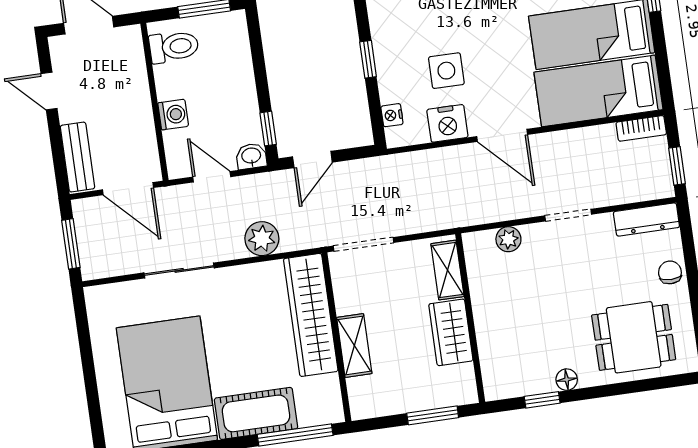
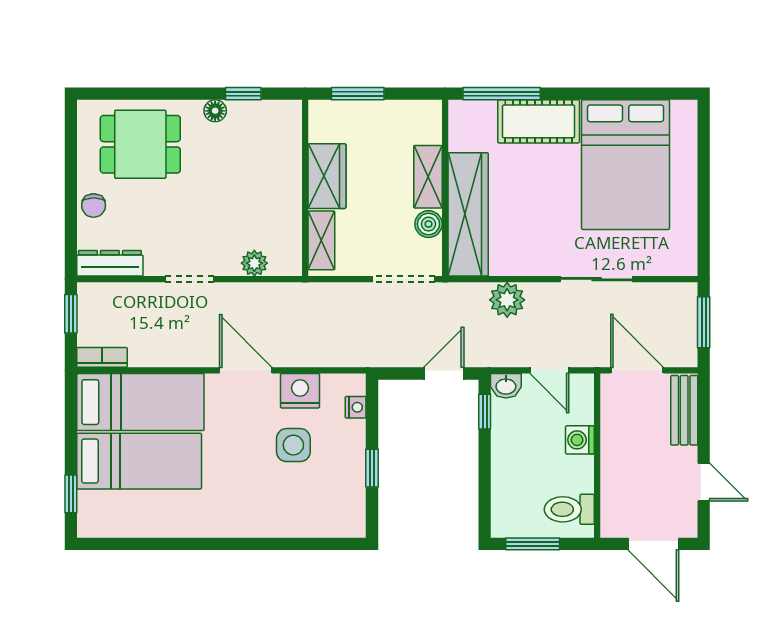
boiler: (347, 300) -> (429, 224), added

